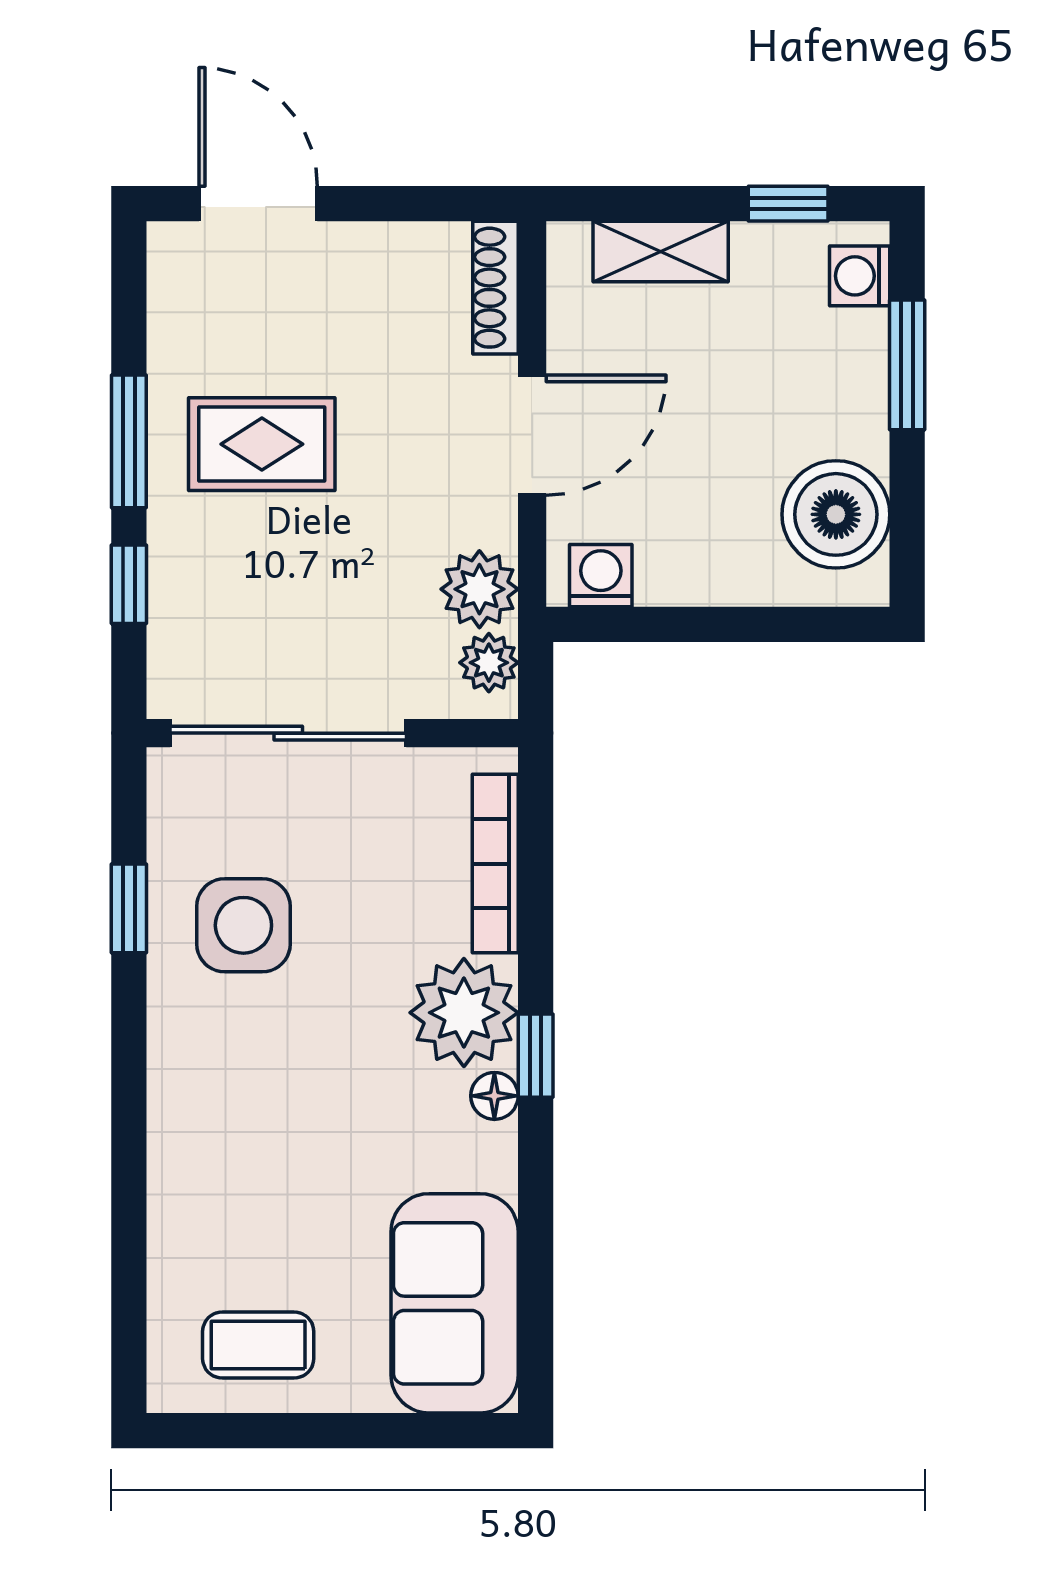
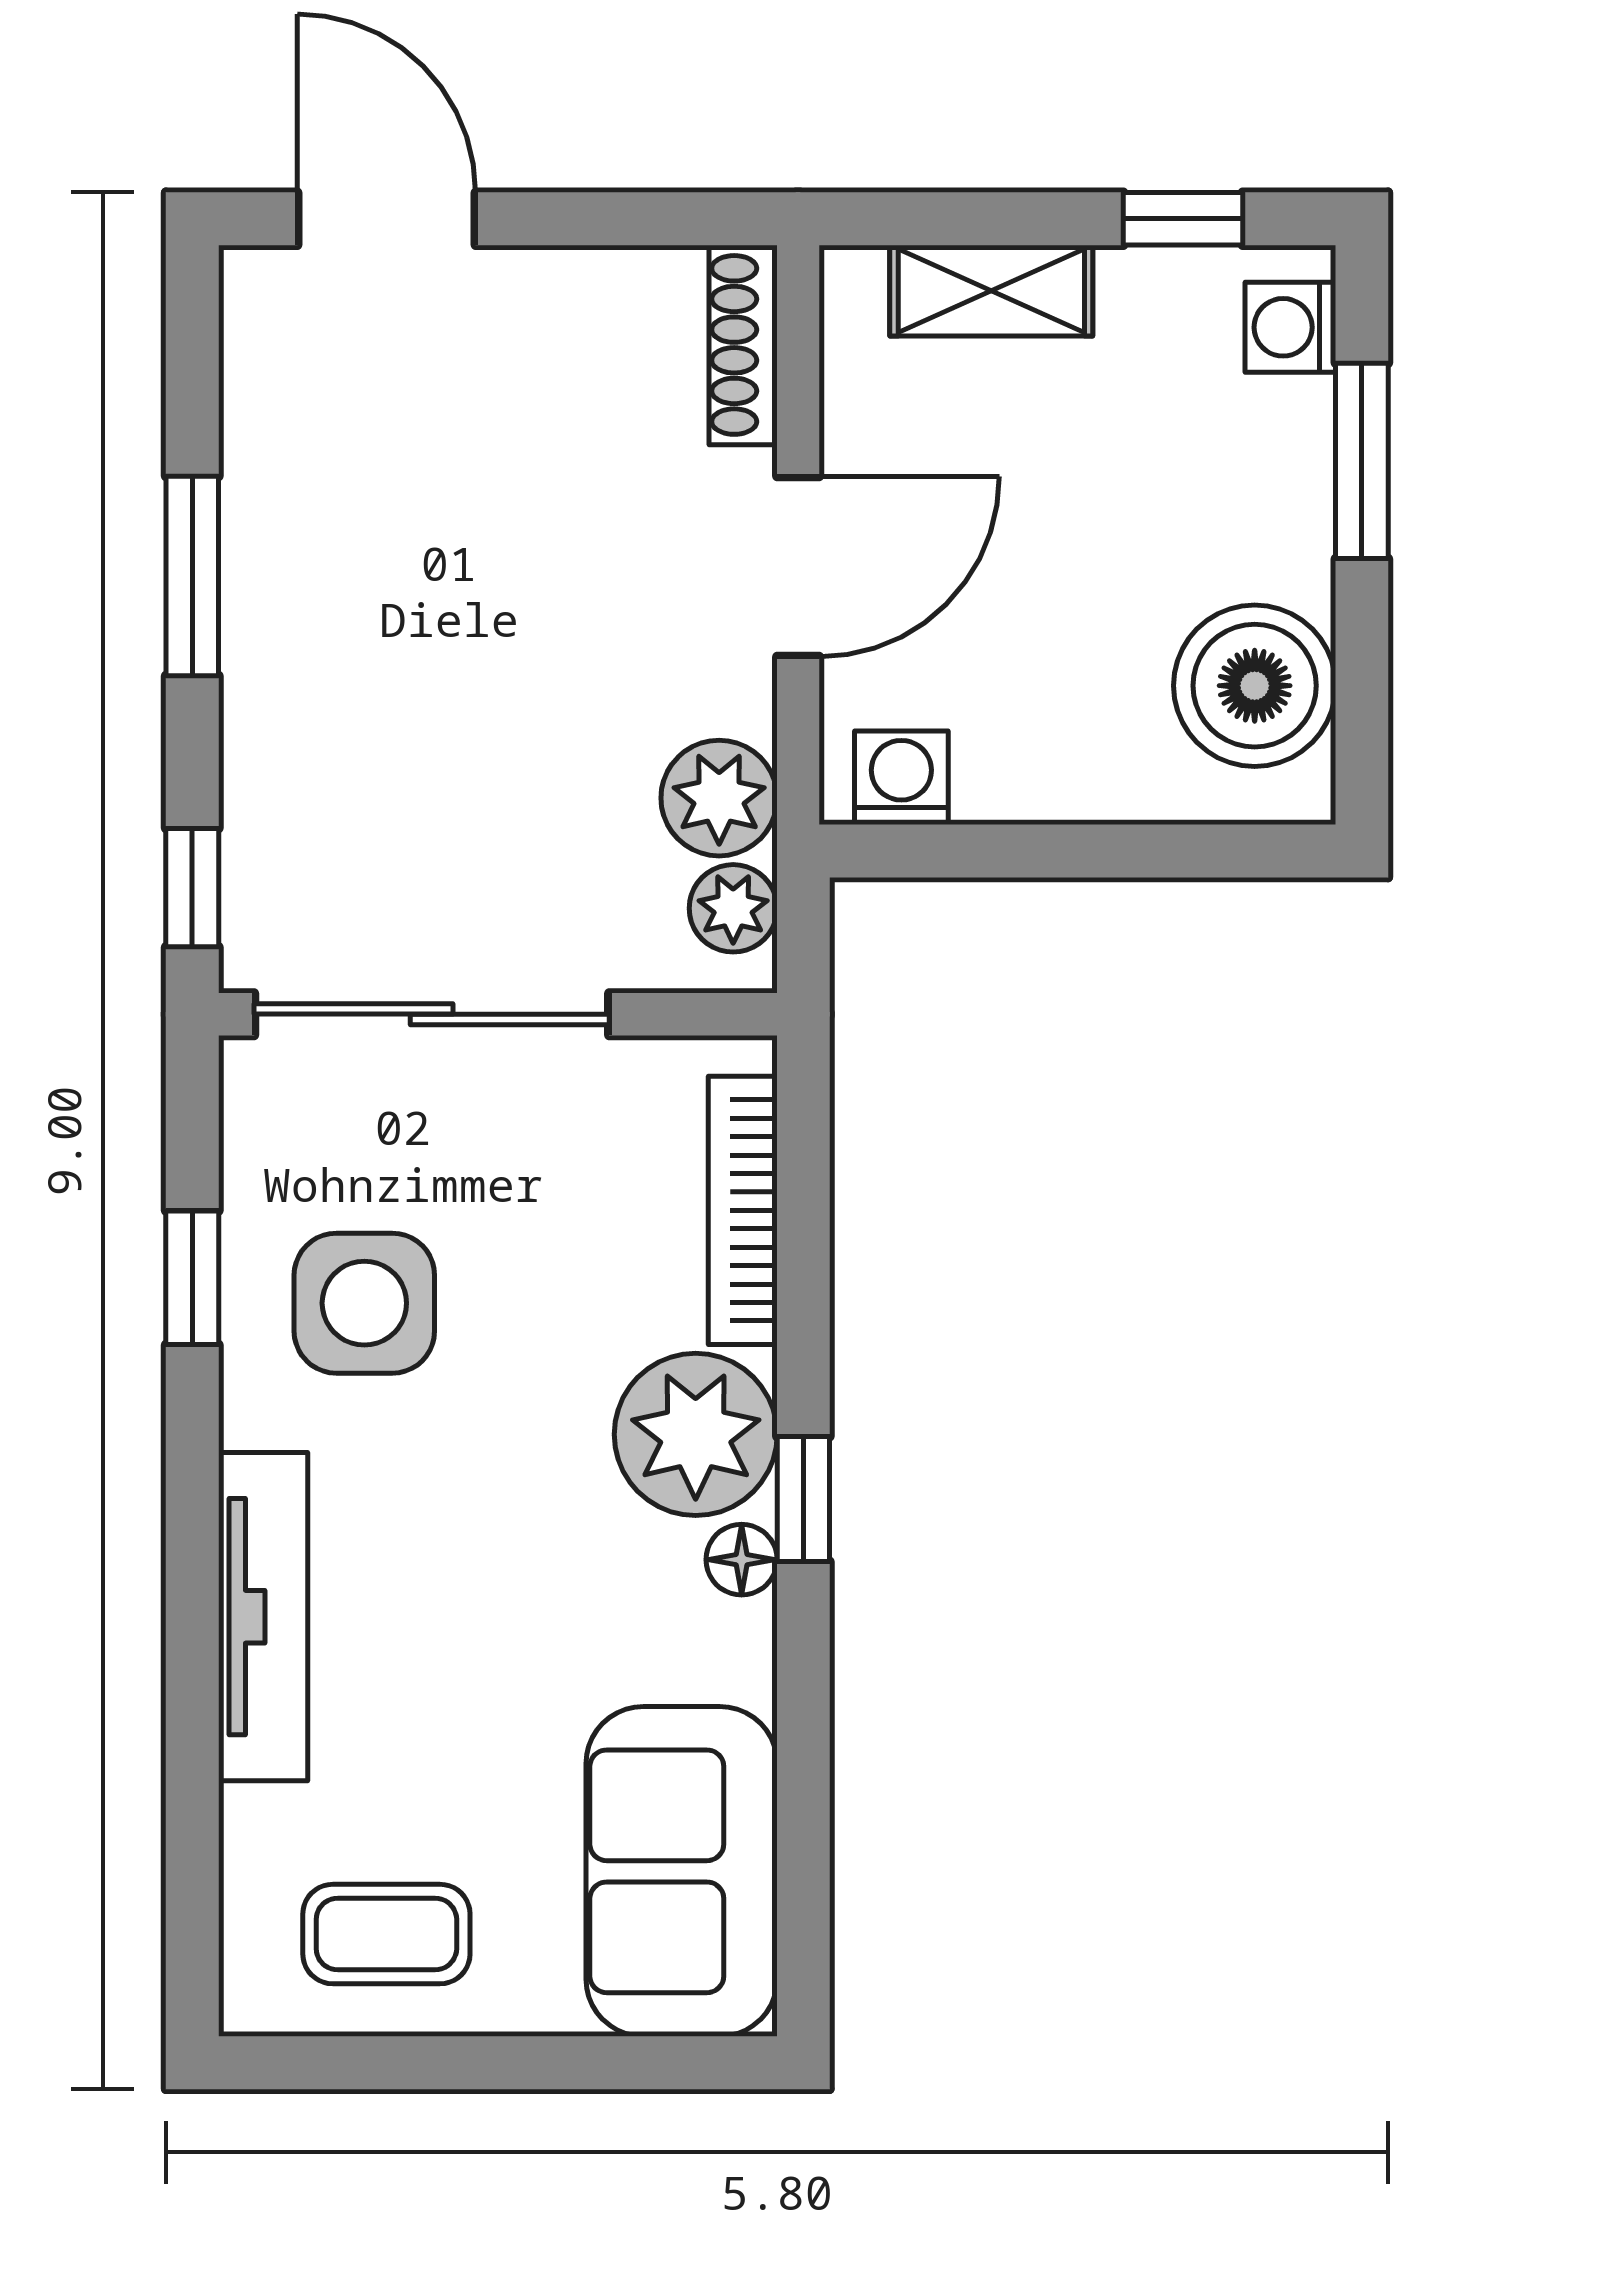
rug: (262, 444) -> (392, 580), removed
window: (129, 584) -> (192, 888), moved
tv unit: (176, 1134) -> (263, 1617), added

